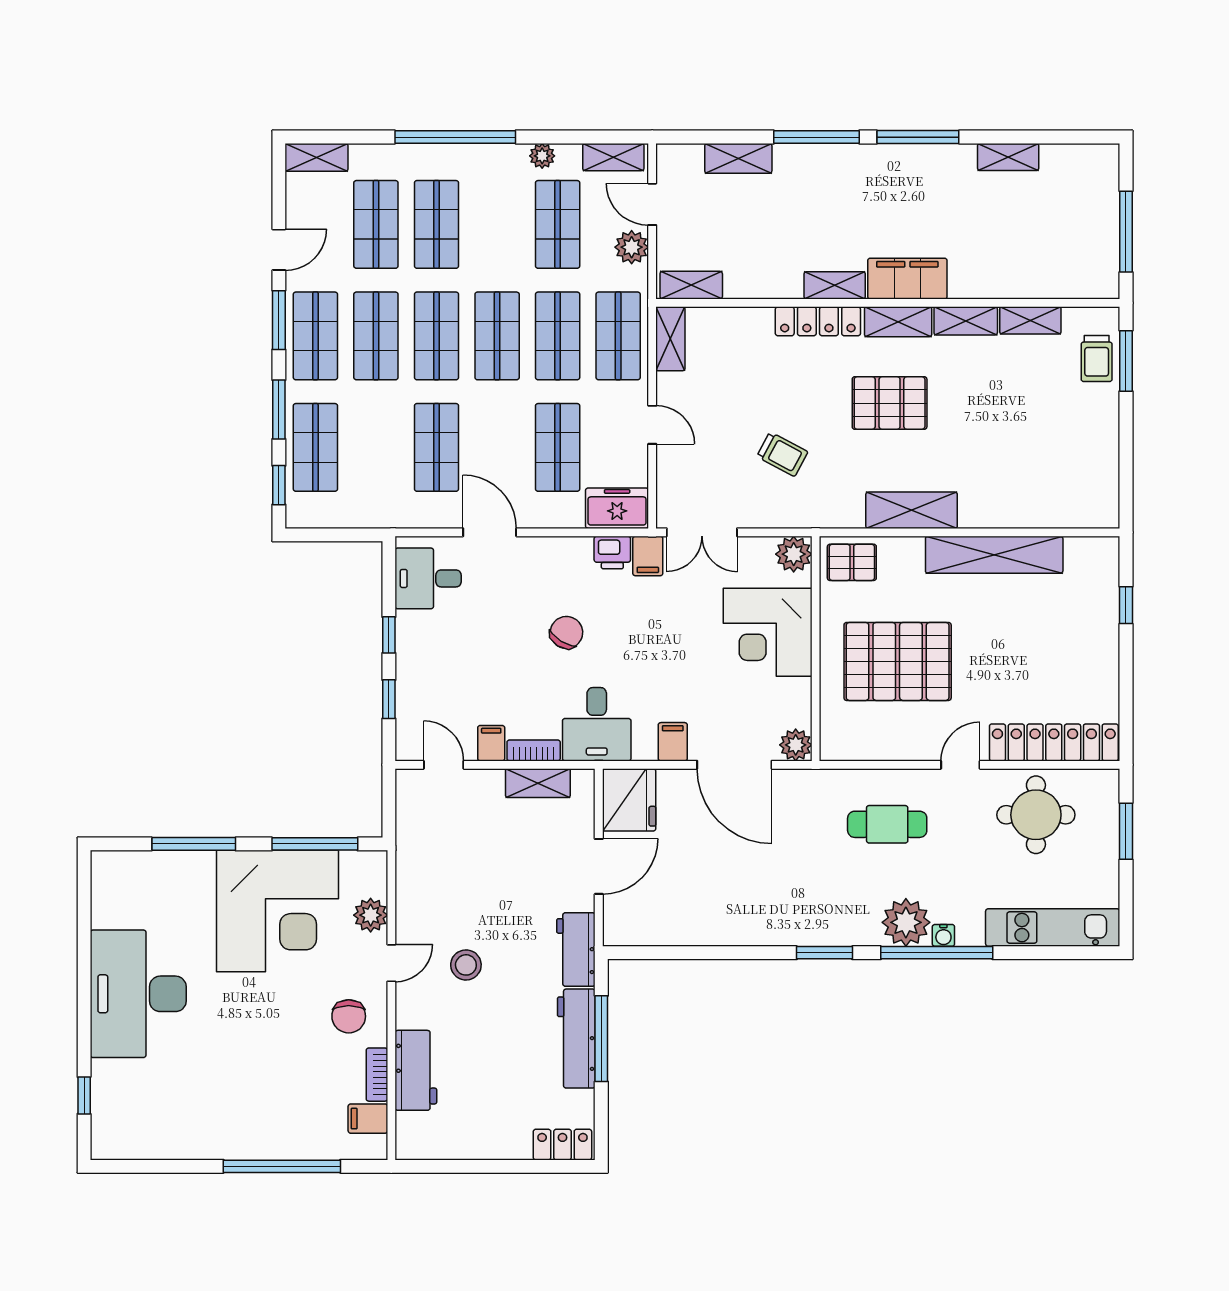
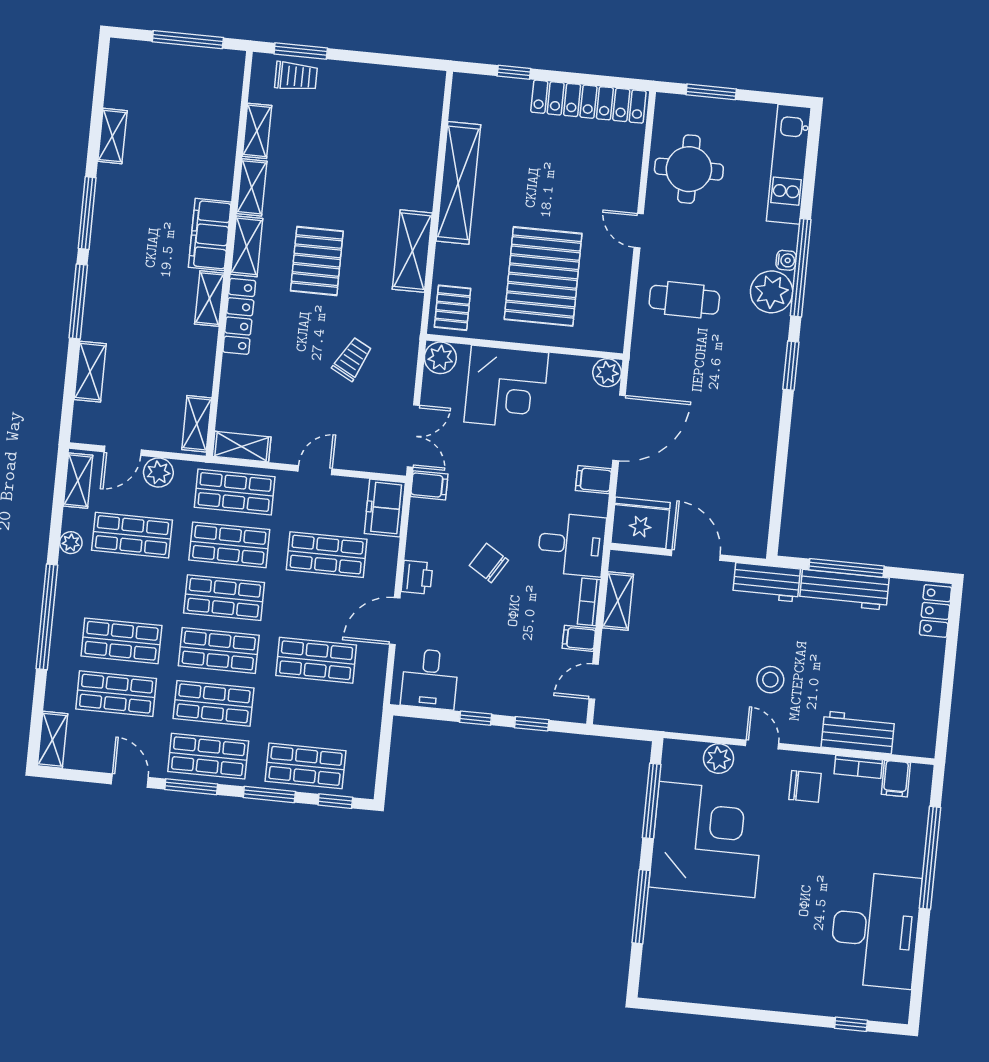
printer: (612, 552) -> (417, 577), moved
locker: (1054, 742) -> (588, 102), moved, turned -90
cafe table: (887, 824) -> (684, 300), turned 90
desk: (138, 994) -> (875, 930), moved, turned -90

